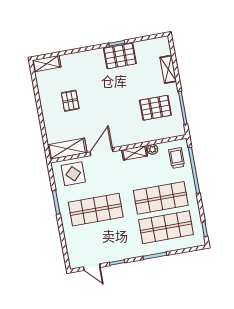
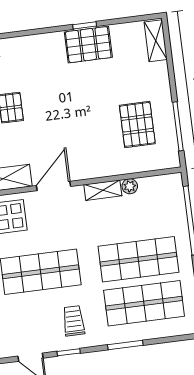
shelving: (168, 69) -> (156, 41), moved
pallet: (155, 108) -> (137, 124), turned 90
trolley: (177, 158) -> (74, 321), moved

